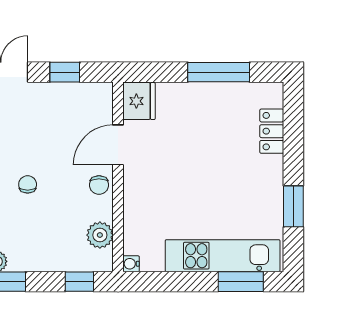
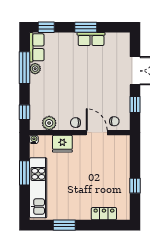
window: (219, 72) -> (135, 186), width x0.46
fridge: (139, 101) -> (62, 144), moved
chair: (28, 184) -> (114, 121), moved
window: (241, 282) -> (25, 173), moved

